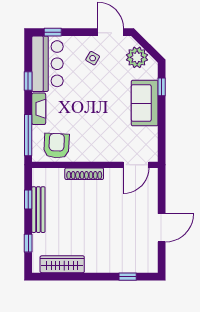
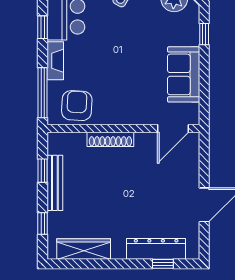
sofa: (145, 103) -> (184, 74), moved
dresser: (122, 264) -> (156, 249), added

